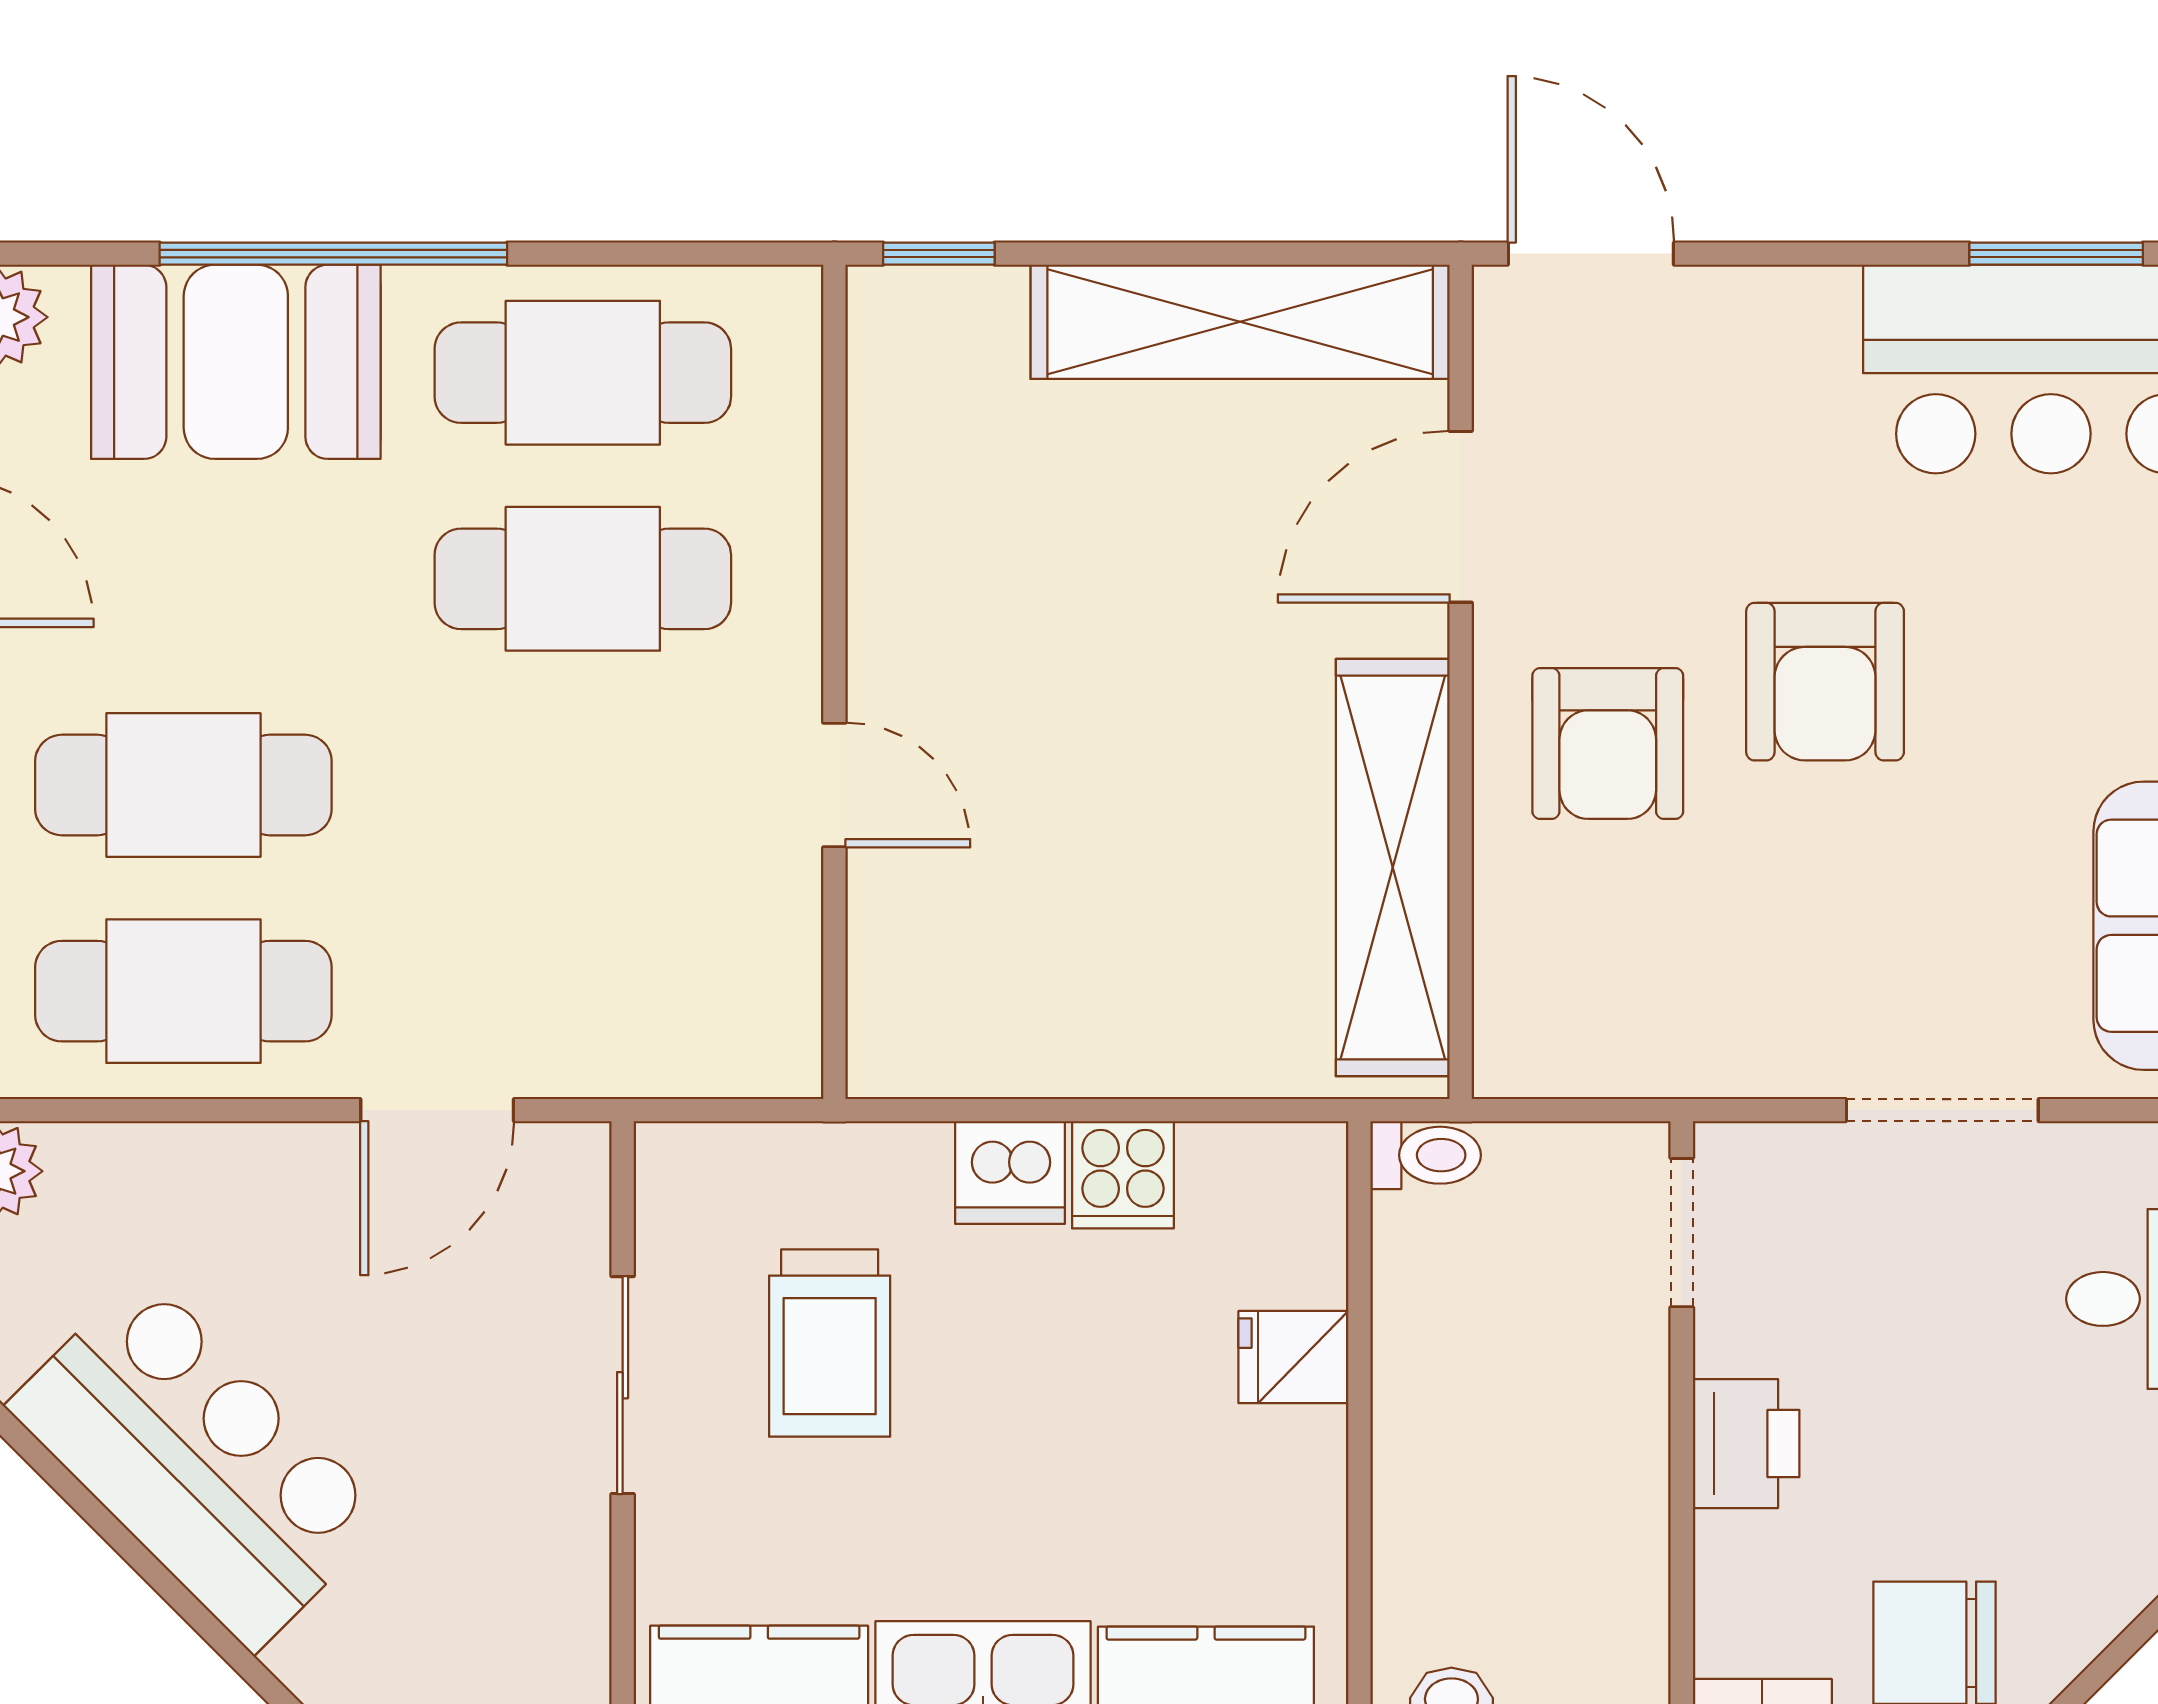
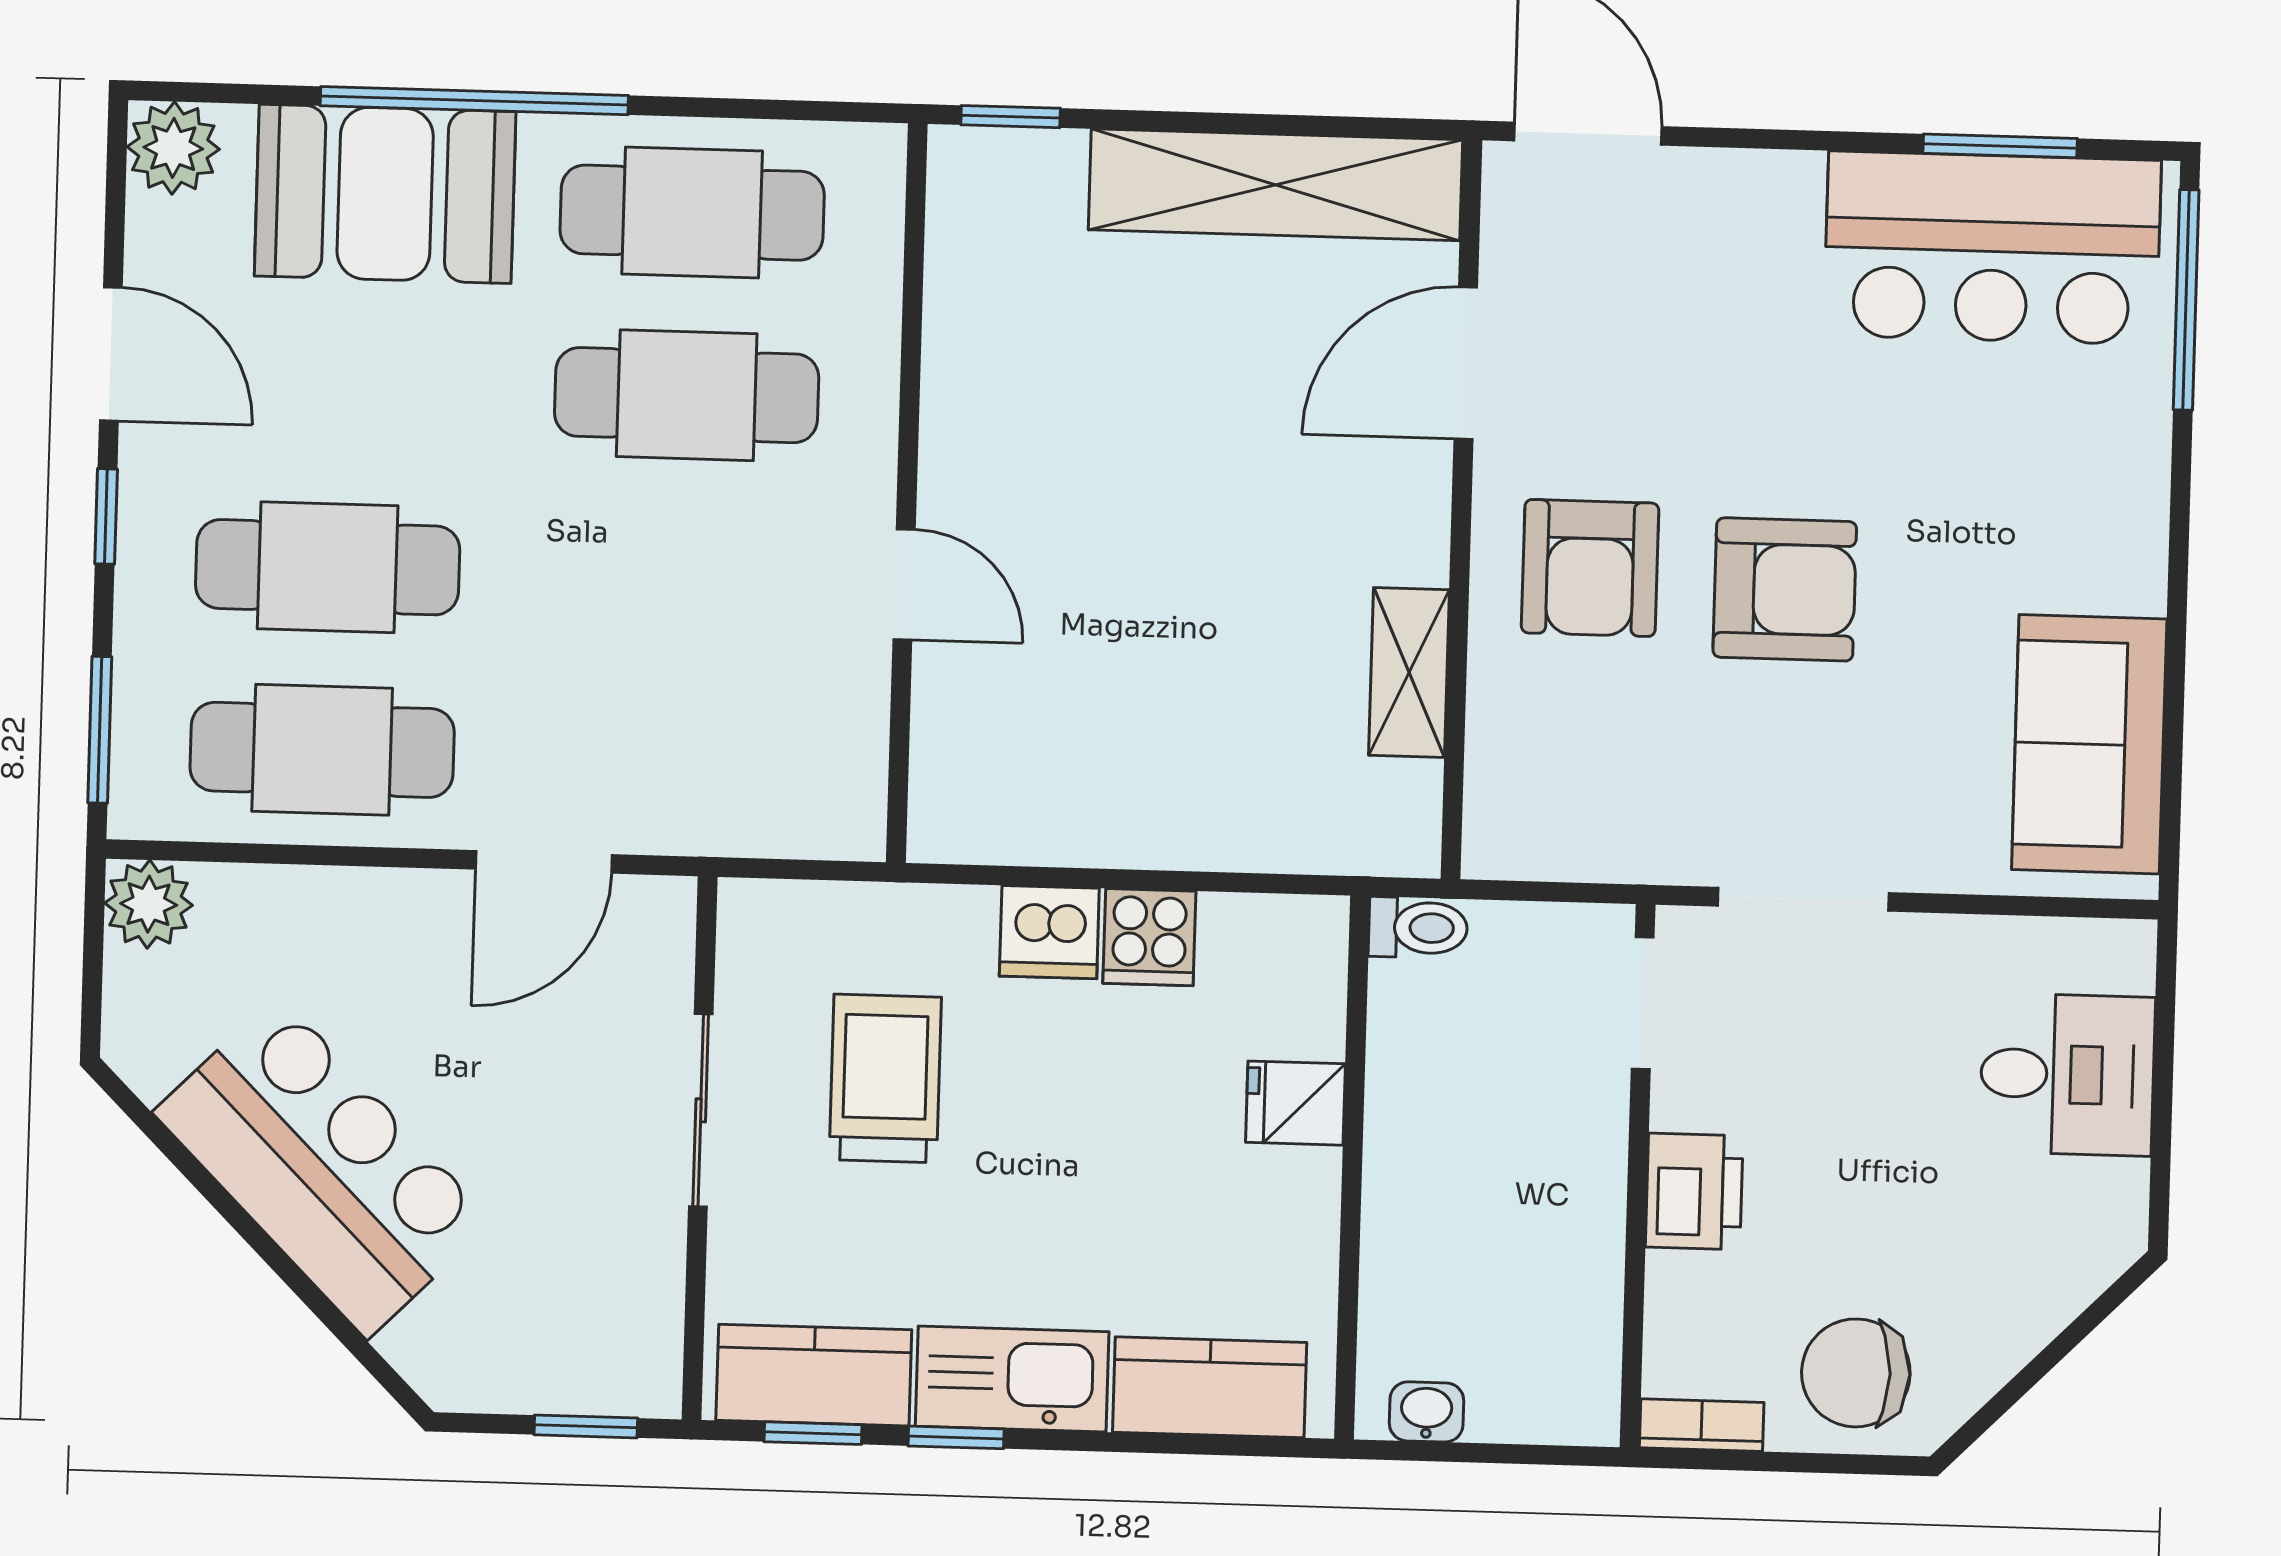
armchair: (1825, 682) -> (1785, 589), moved, turned -90
shelving: (1393, 868) -> (1409, 672), width x0.45, depth x0.75
doorway: (1942, 1110) -> (1803, 899), moved
trolley: (830, 1343) -> (885, 1078), turned 180

